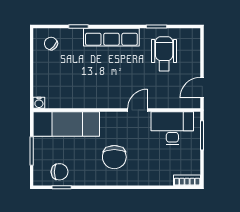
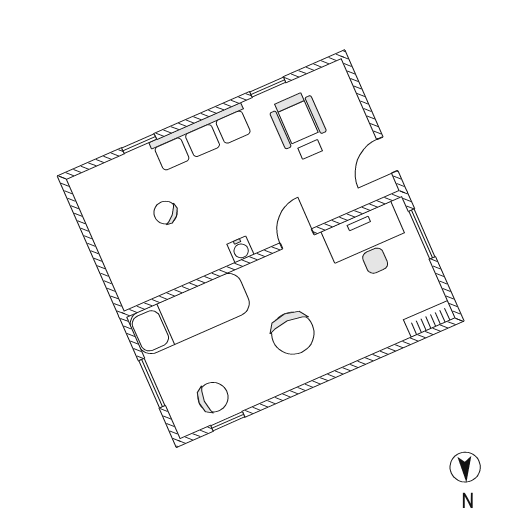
chair: (51, 44) -> (166, 213), moved
water cooler: (39, 103) -> (240, 249), moved

